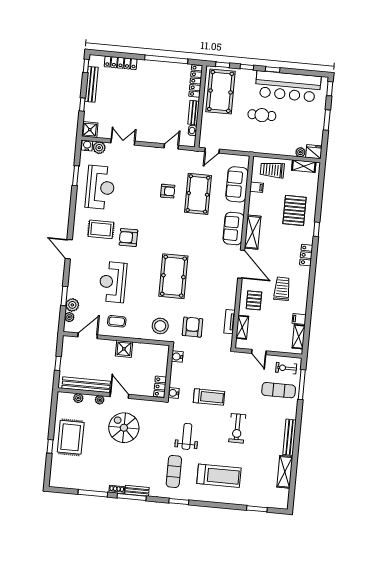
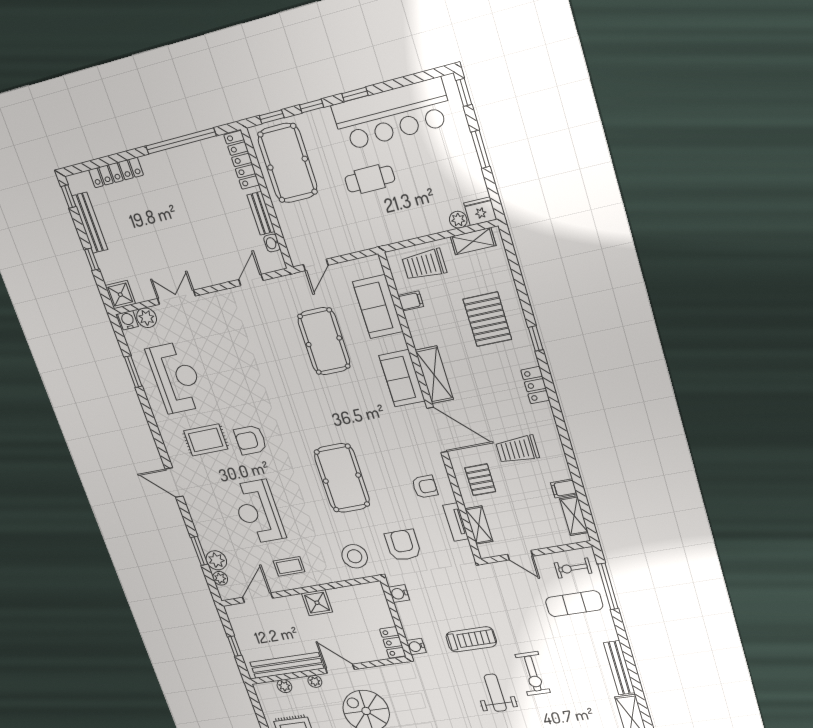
armchair: (168, 191) -> (425, 487), moved
trolley: (282, 289) -> (517, 449), turned -90
weight bench: (187, 436) -> (495, 693), moved

